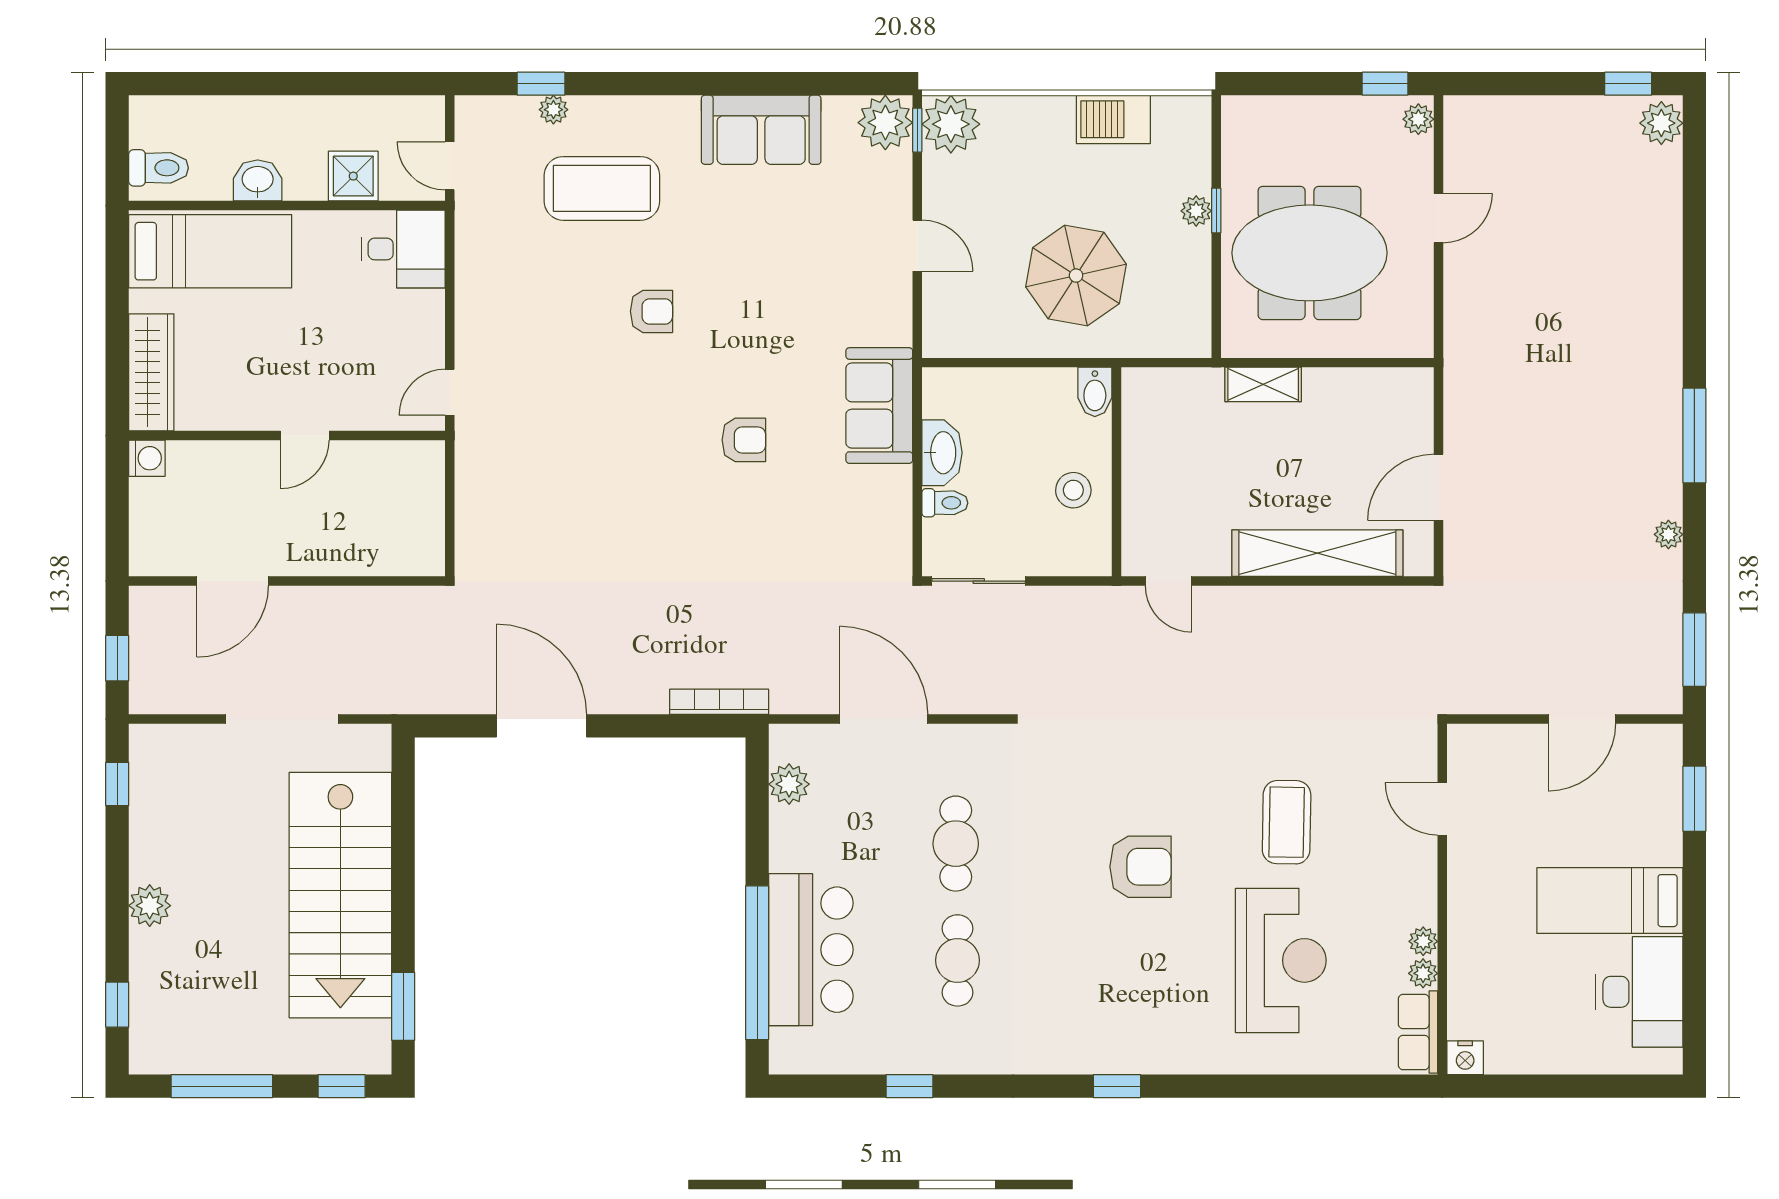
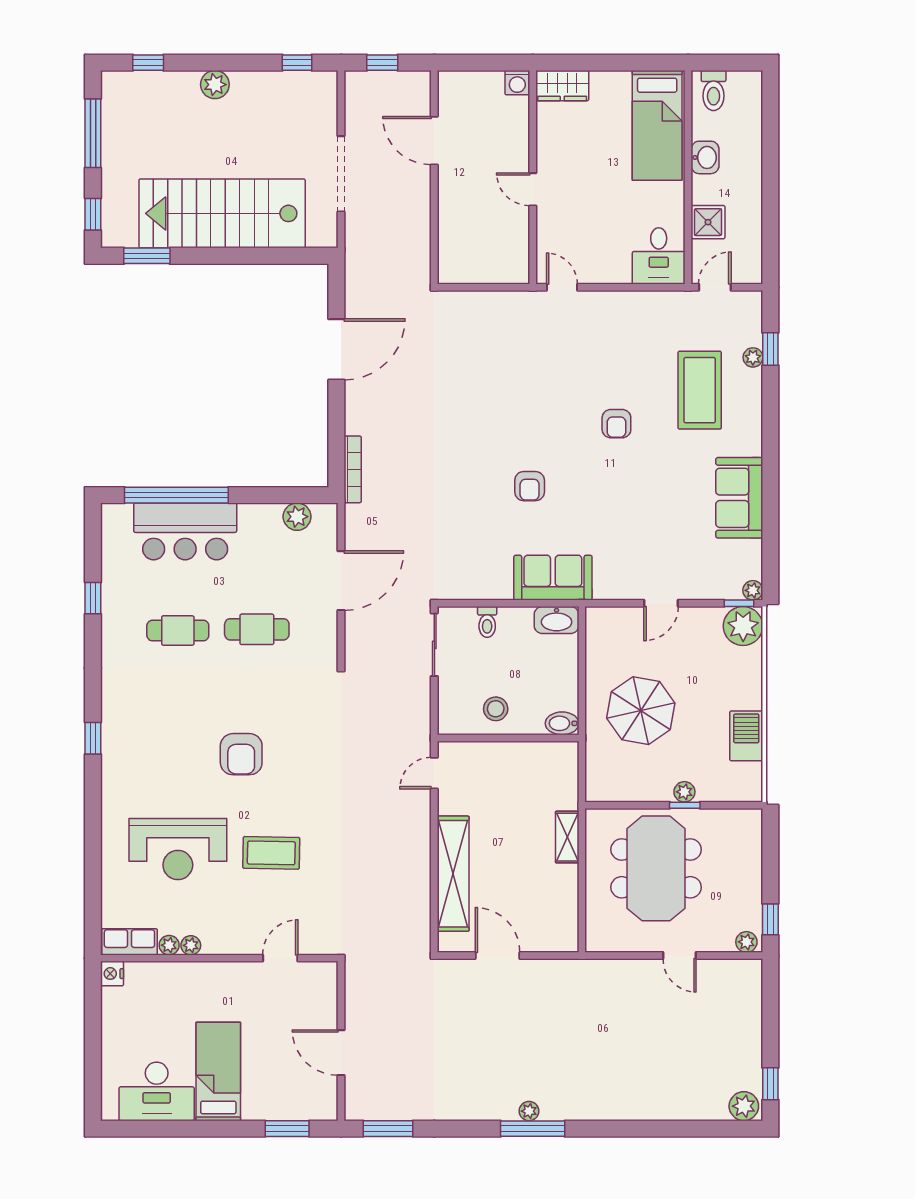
plant: (885, 123) -> (753, 590), width x0.53, depth x0.53
wardrobe: (151, 372) -> (562, 86), width x0.67
washbasin: (942, 453) -> (557, 620), moved
plant: (1668, 534) -> (529, 1111), moved

